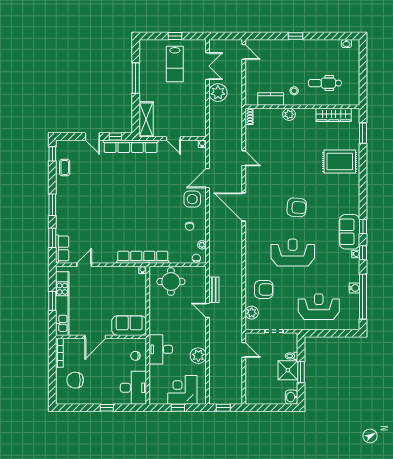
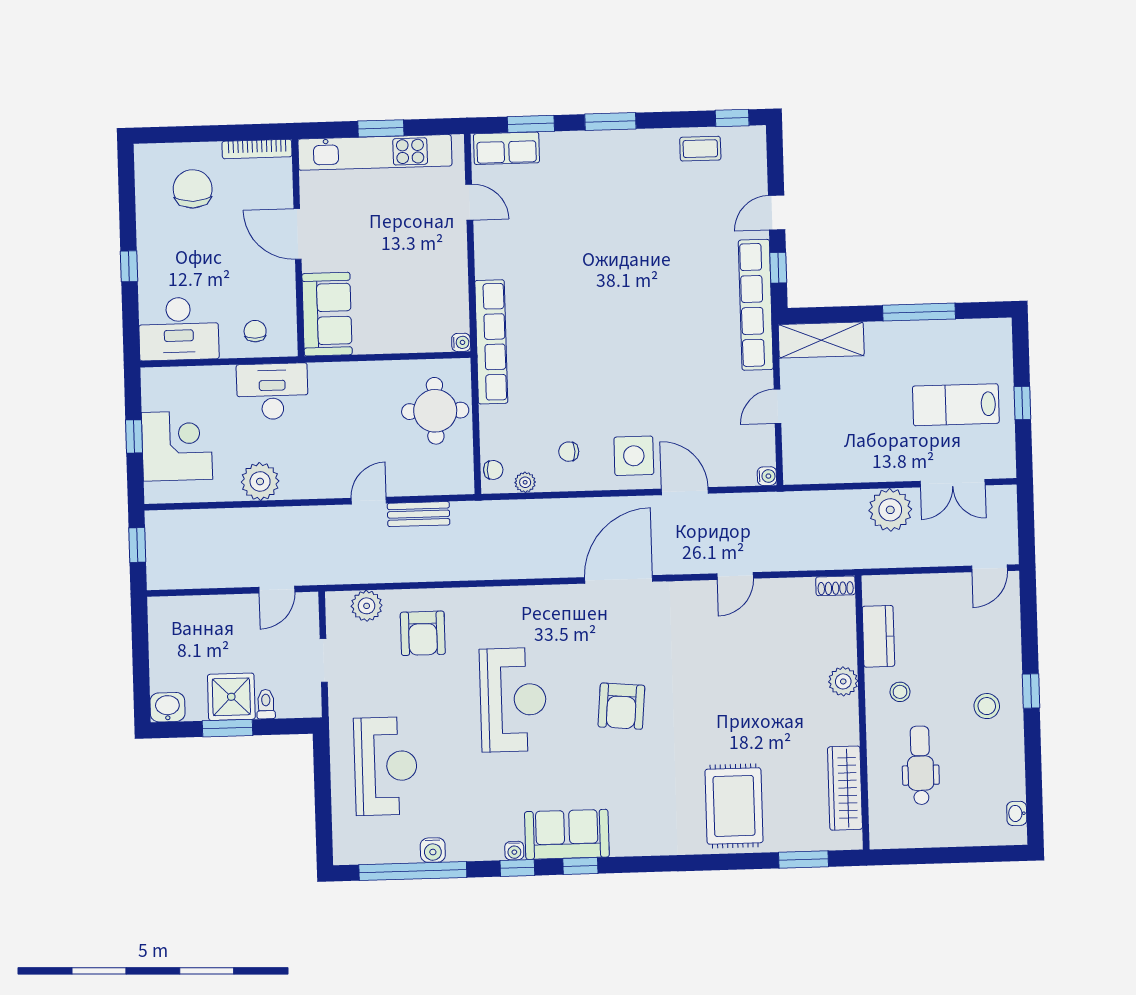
stool: (301, 55) -> (987, 706), added

